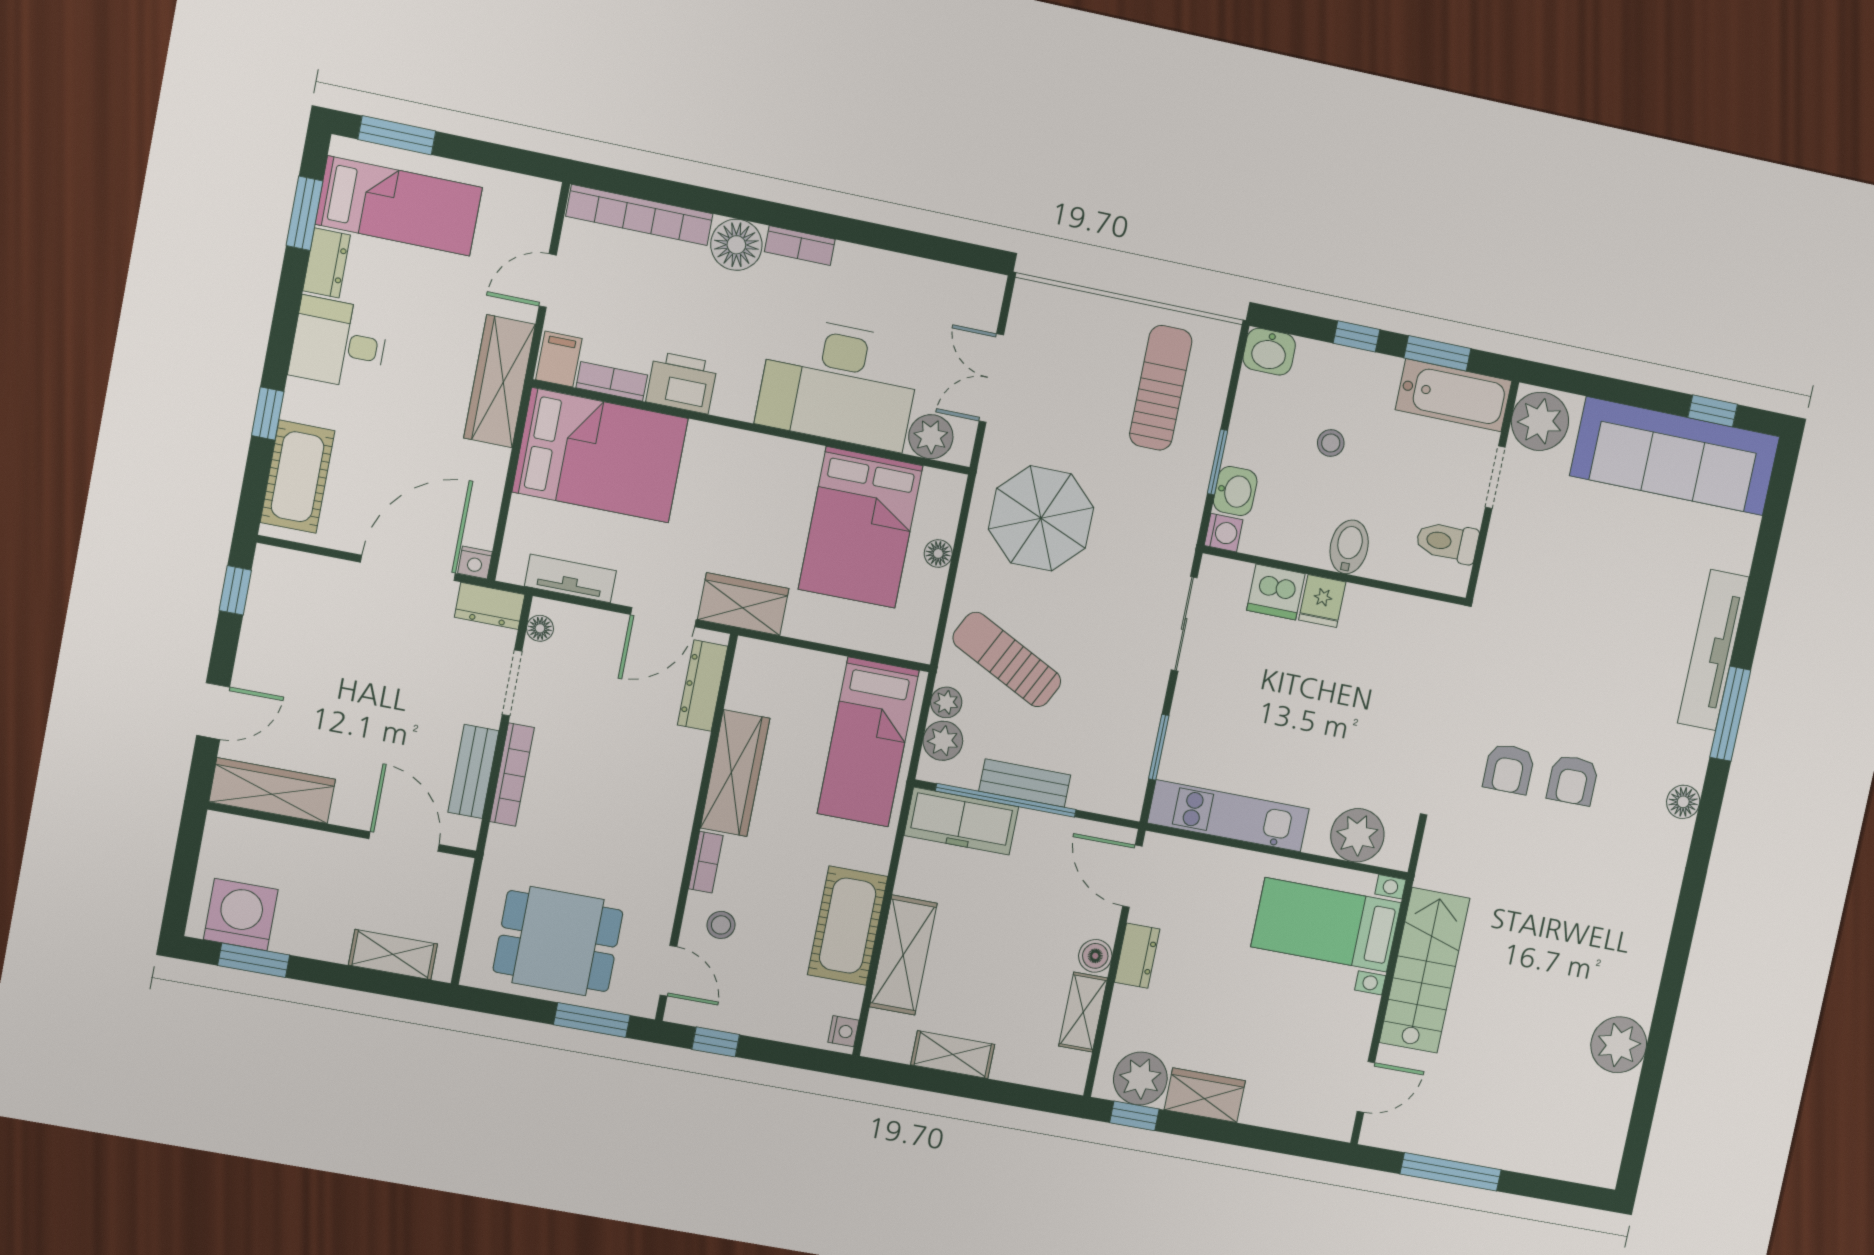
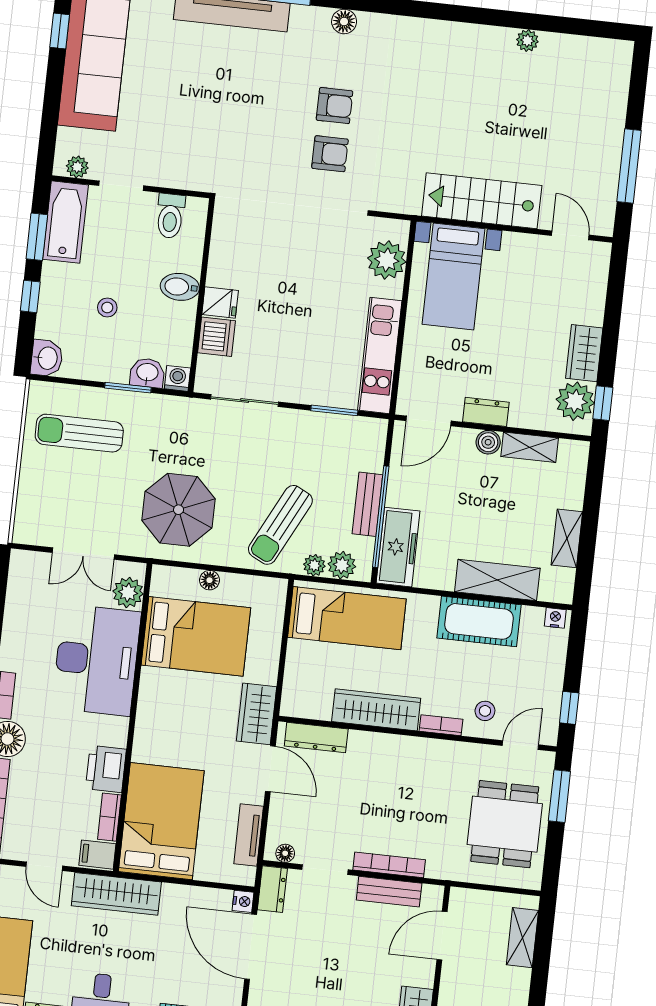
plant: (1540, 421) -> (77, 167), width x0.53, depth x0.53
plant: (1619, 1045) -> (527, 41), width x0.53, depth x0.53

